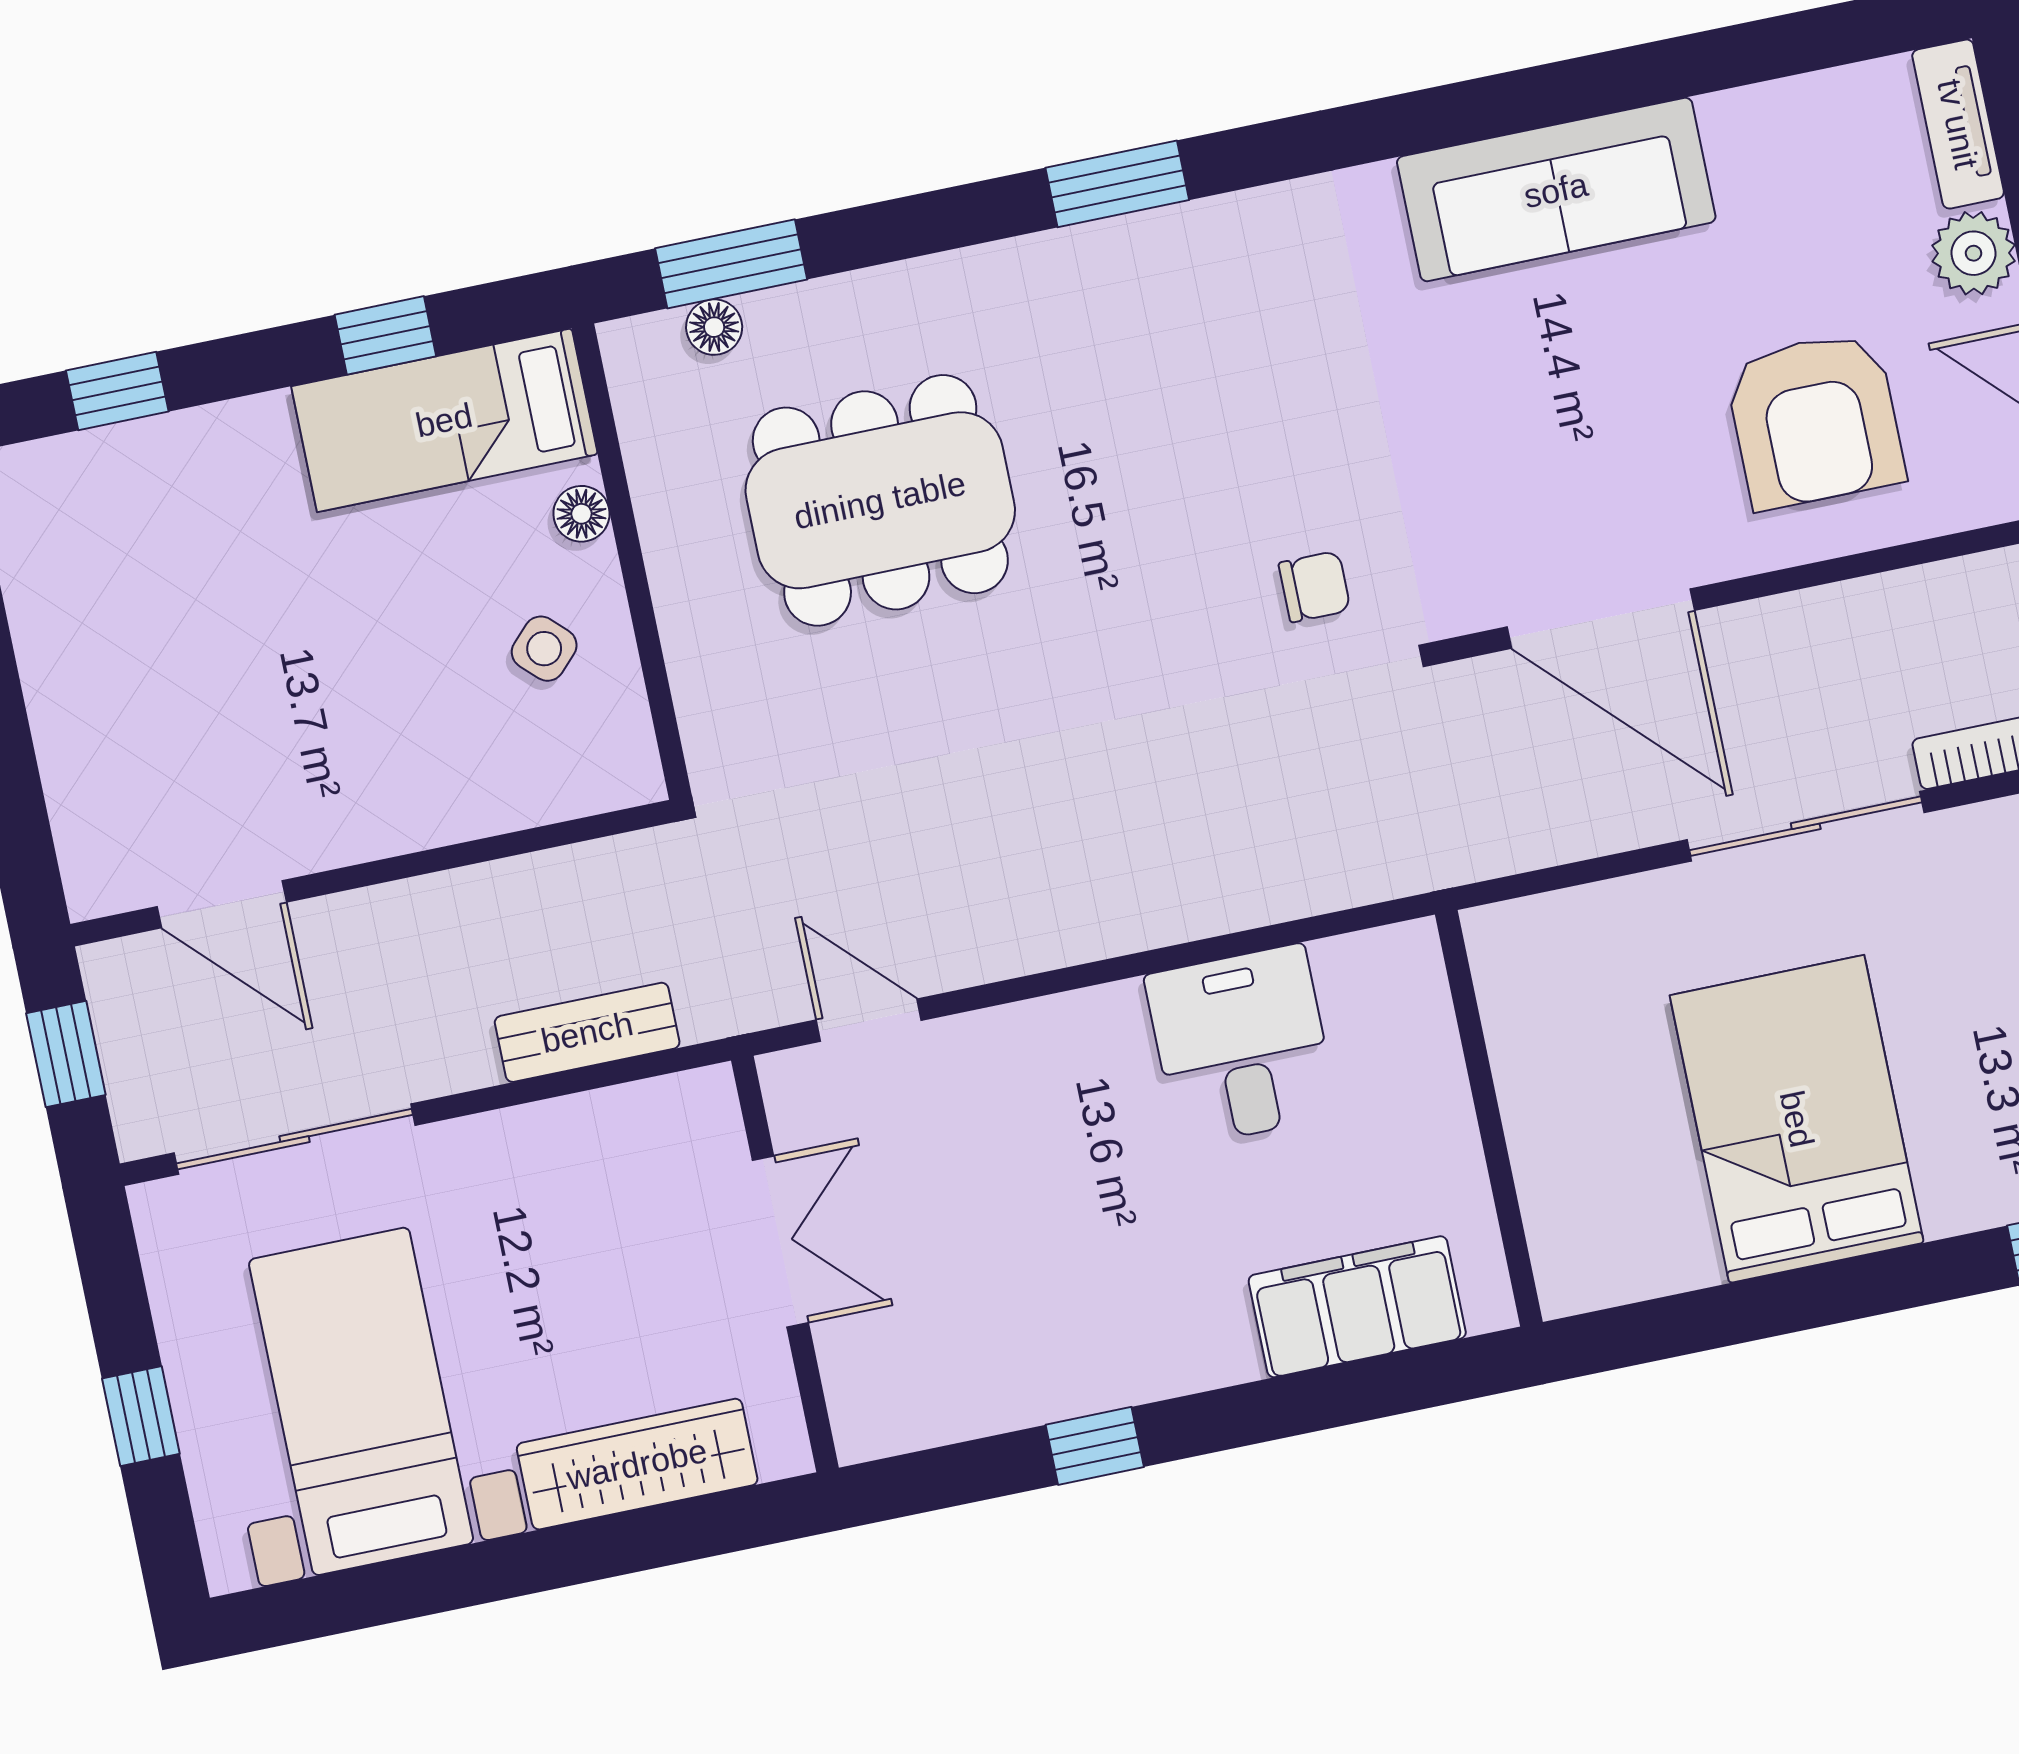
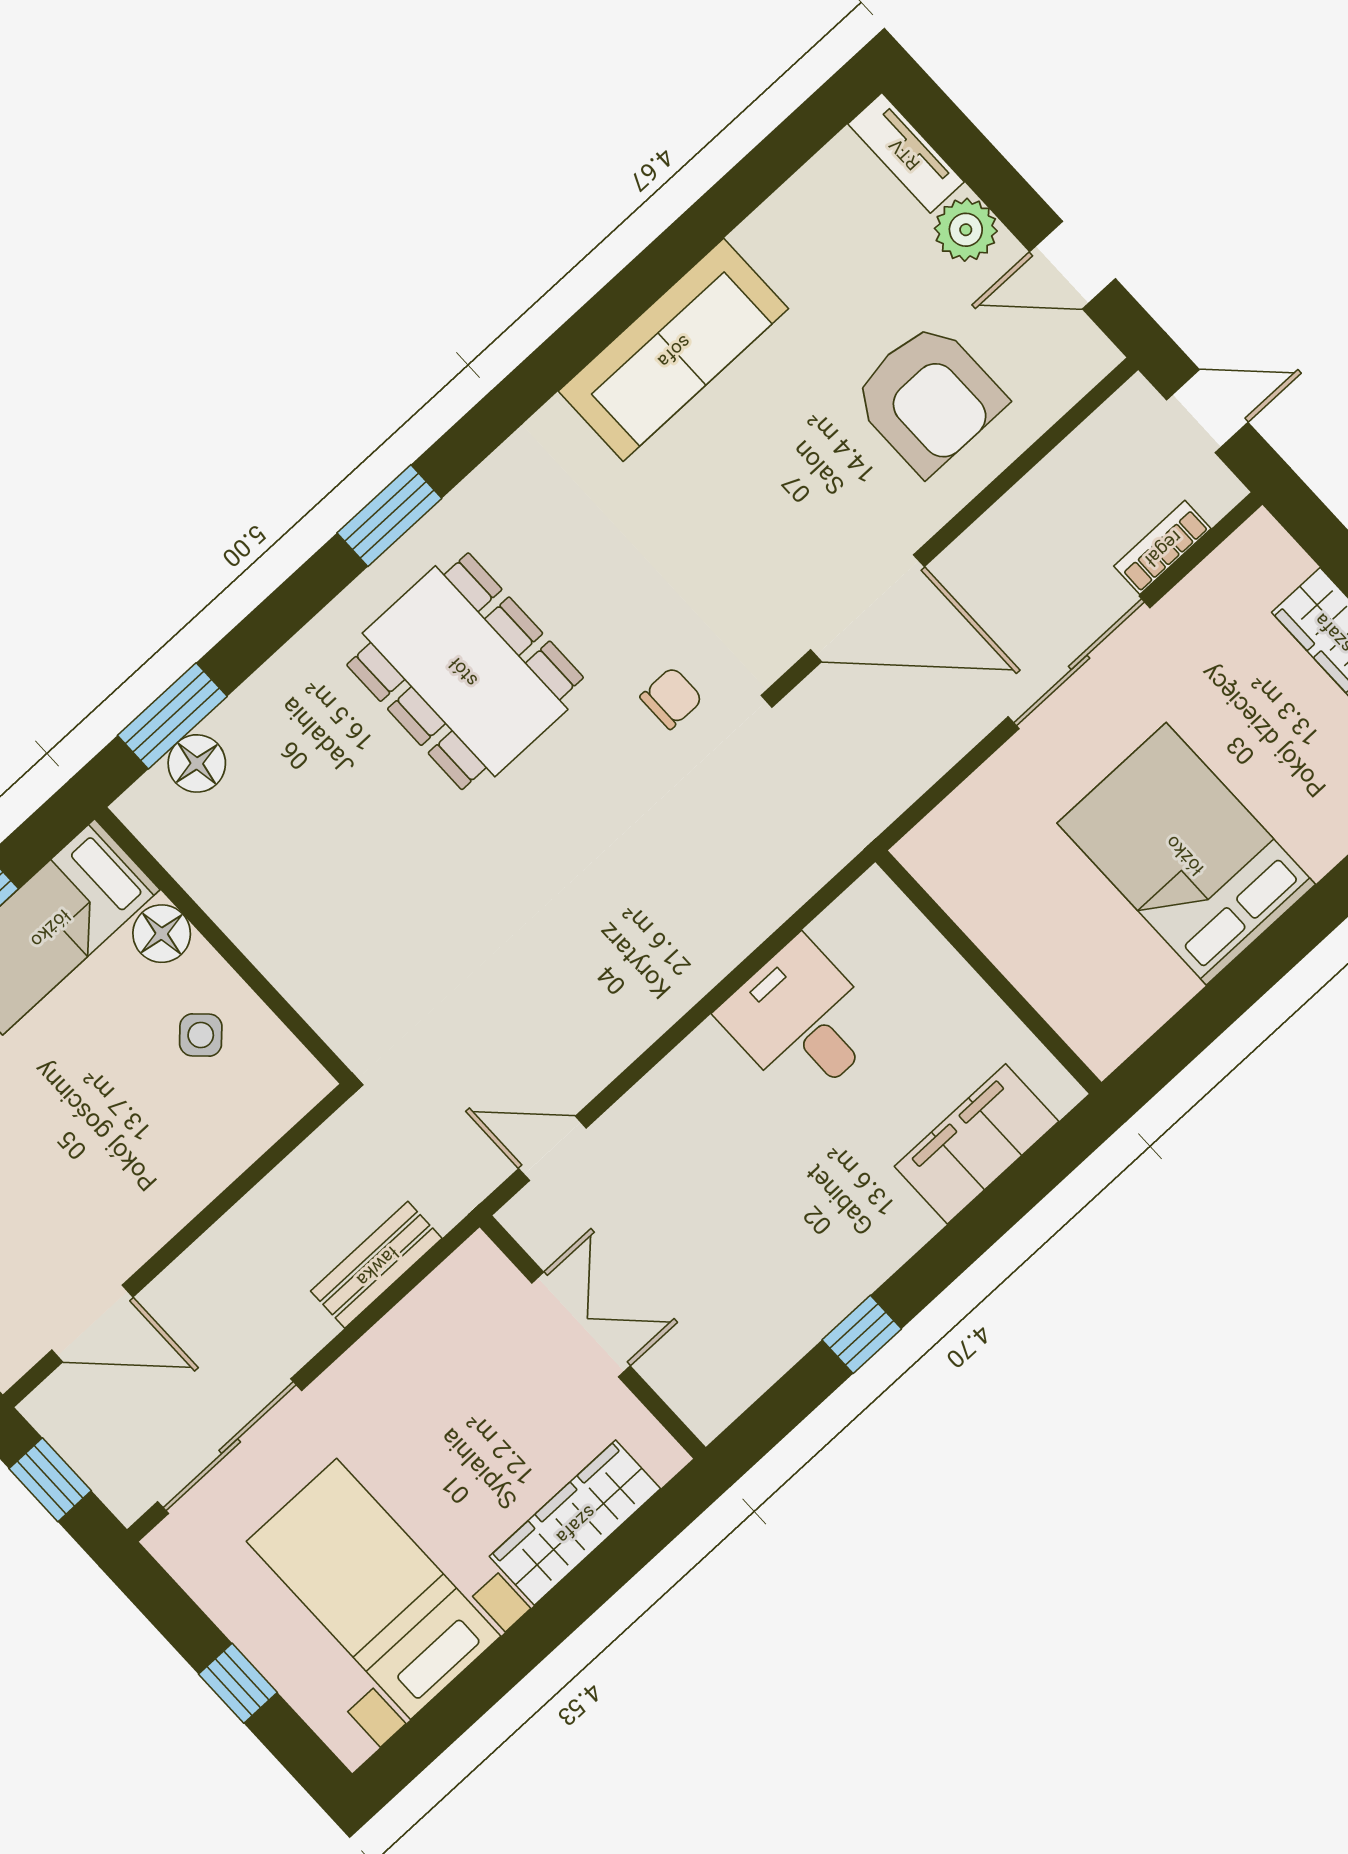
floor lamp: (714, 327) -> (197, 763), width x1.37, depth x1.37
dining table: (880, 500) -> (465, 671), moved, turned 90
floor lamp: (581, 514) -> (162, 934), width x1.37, depth x1.37

